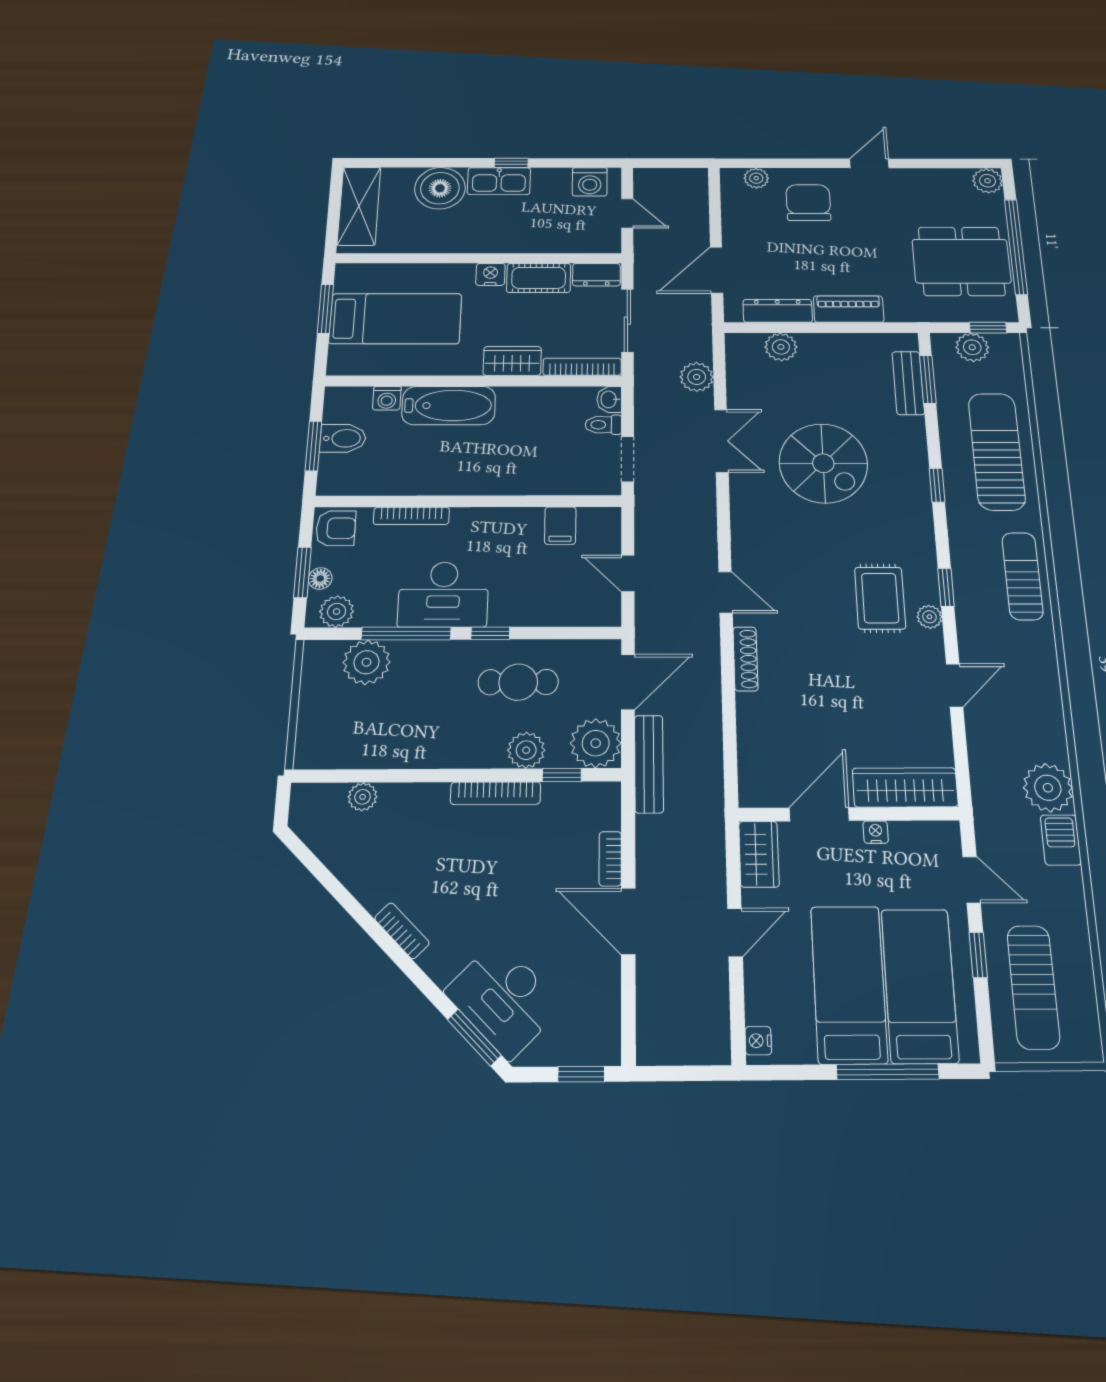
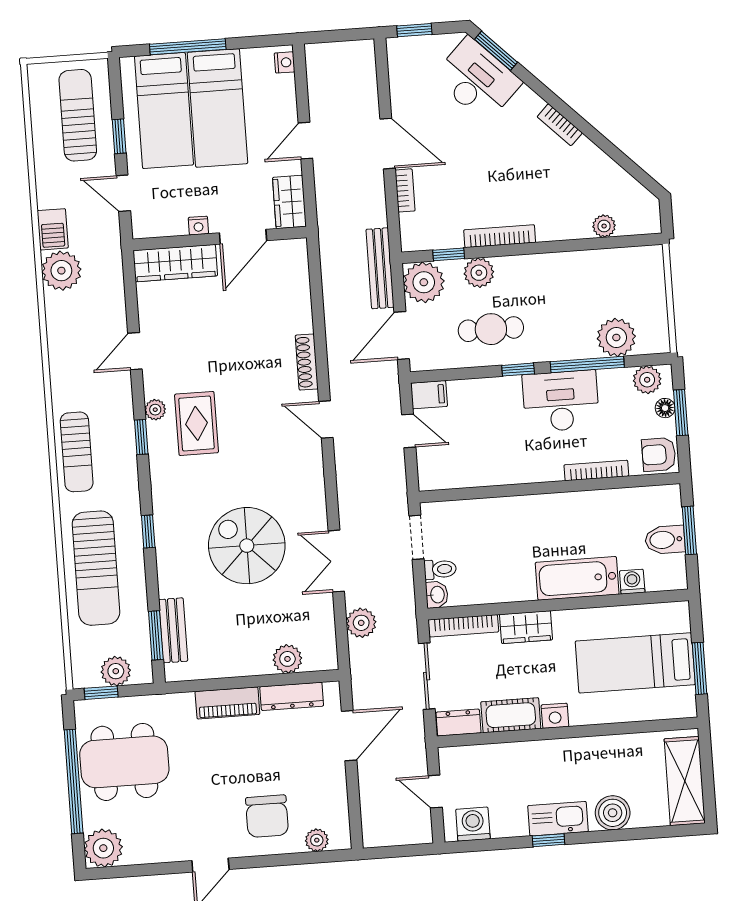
plant: (988, 181) -> (103, 848), width x1.36, depth x1.36
boiler: (440, 188) -> (613, 813), width x0.73, depth x0.73
filing cabinet: (560, 526) -> (429, 395), moved, turned 90

